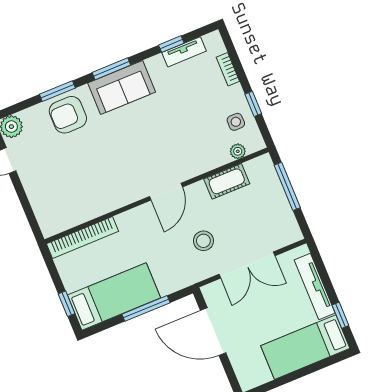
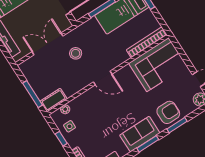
cot: (227, 181) -> (54, 100), moved
door: (166, 192) -> (103, 78), swing flipped
corner sofa: (71, 197) -> (158, 65), added

